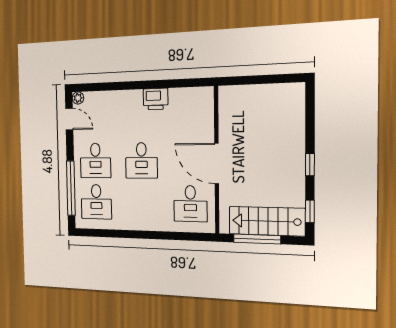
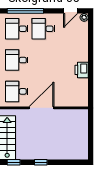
desk: (141, 160) -> (17, 60), moved

